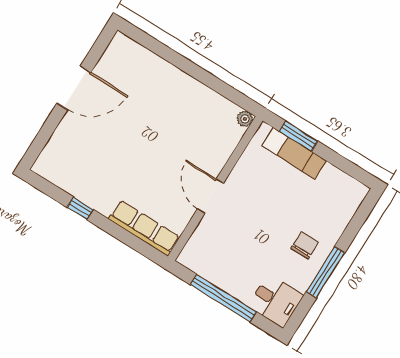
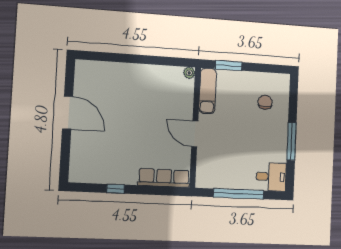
door: (74, 88) -> (68, 113), hinge flipped
exam couch: (294, 153) -> (208, 91), moved, turned -90
chair: (305, 245) -> (265, 102), moved

